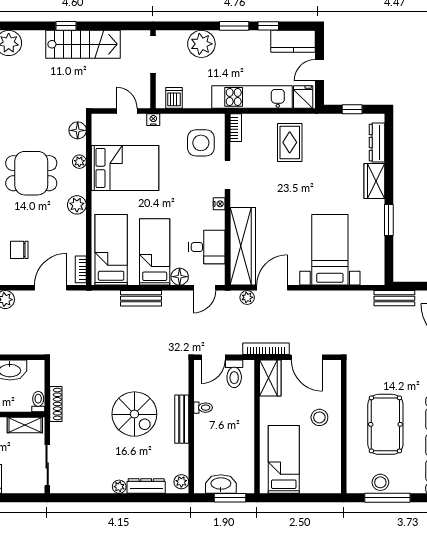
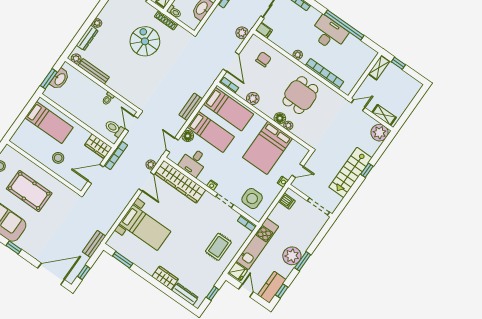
window: (268, 26) -> (282, 291), moved
plant: (201, 44) -> (292, 256), moved
floor lamp: (78, 130) -> (280, 118), moved
rug: (290, 142) -> (218, 247), turned 90
plant: (77, 205) -> (253, 98), moved
window: (389, 220) -> (123, 260), moved
spiral stairs: (134, 414) -> (145, 41), moved, turned 90
bench: (182, 419) -> (94, 71), moved

